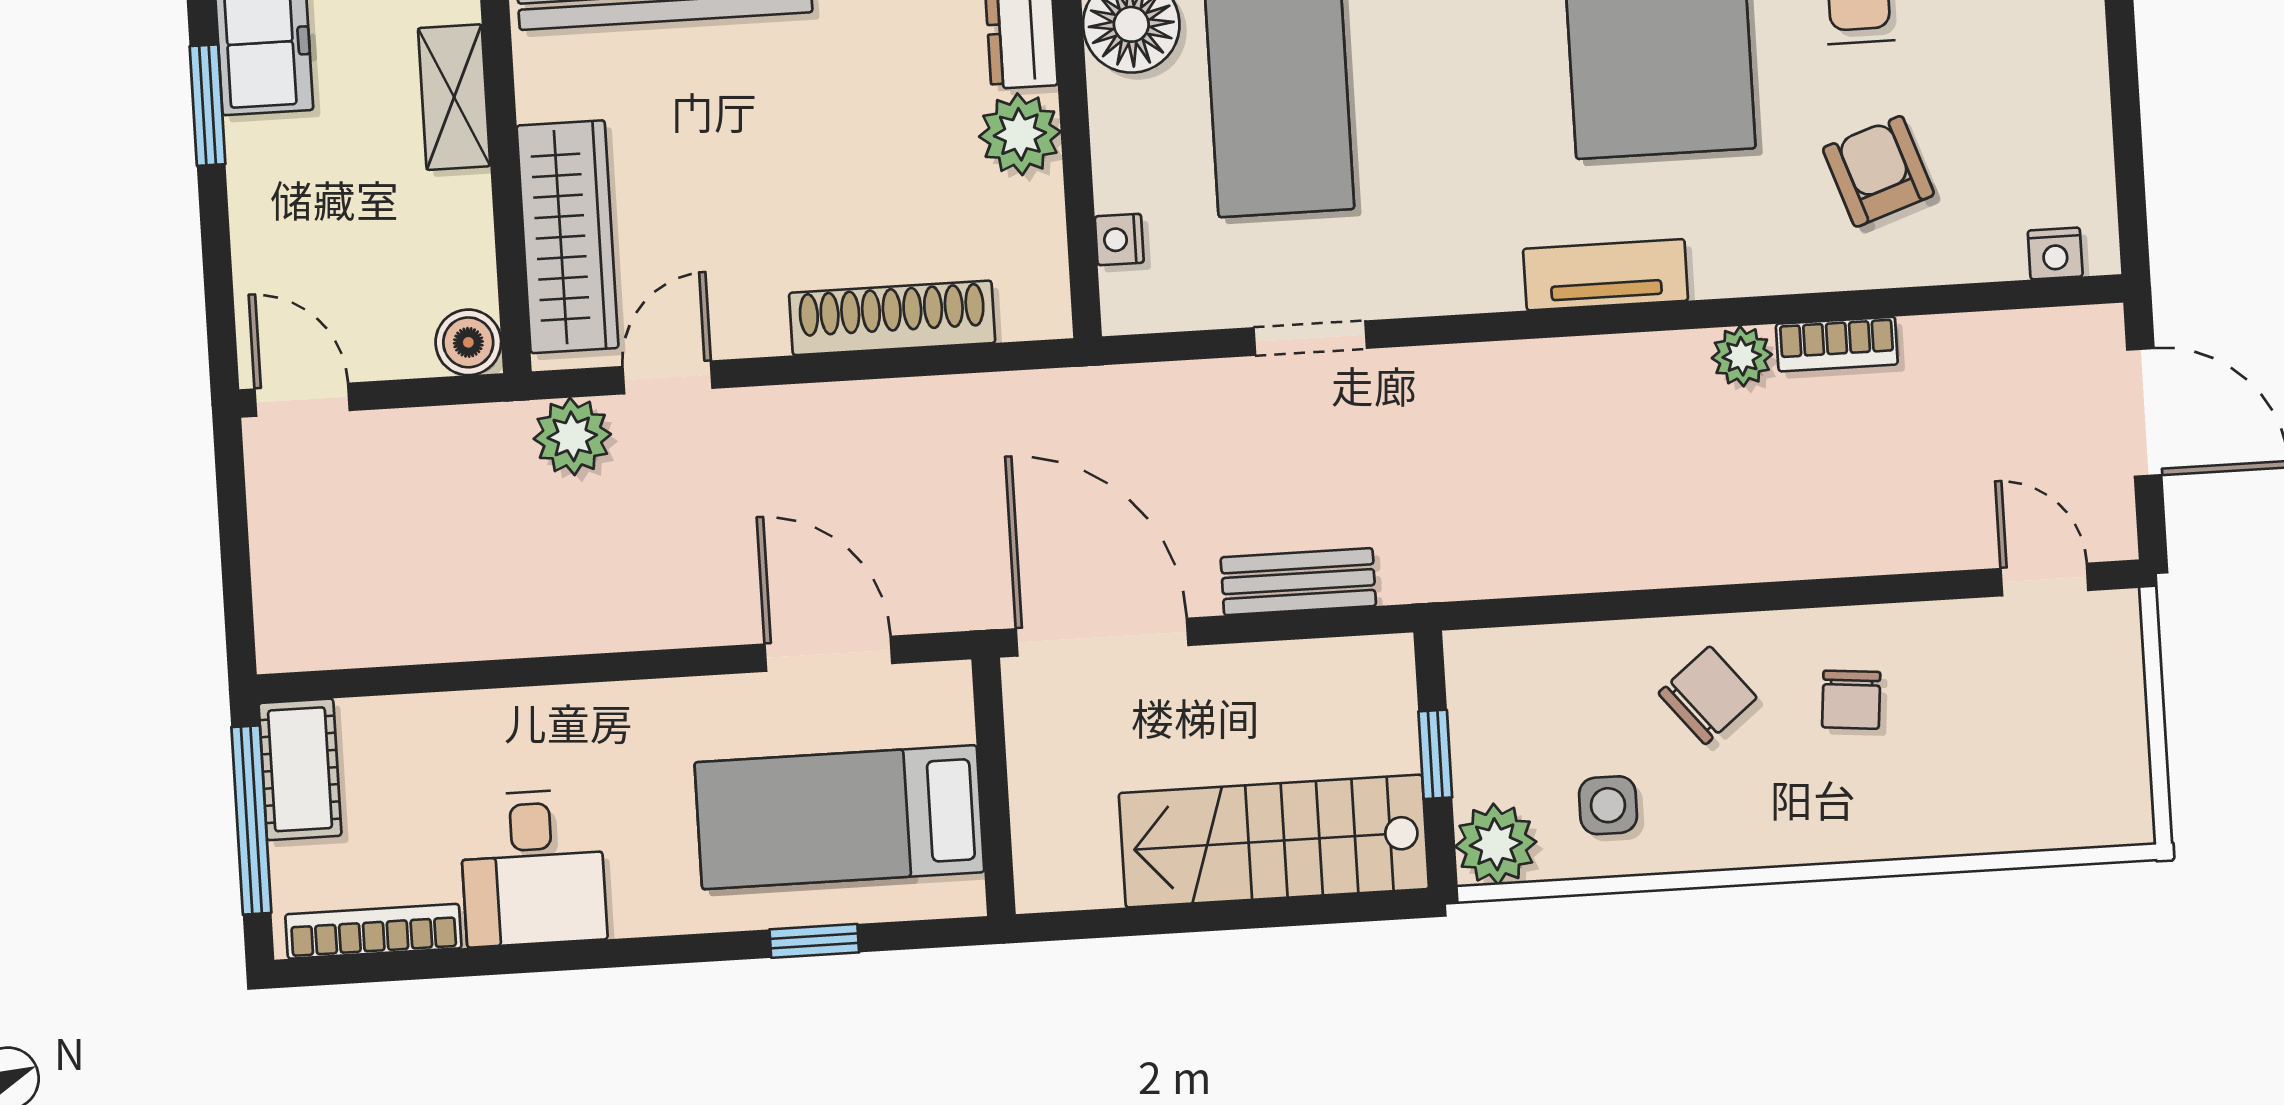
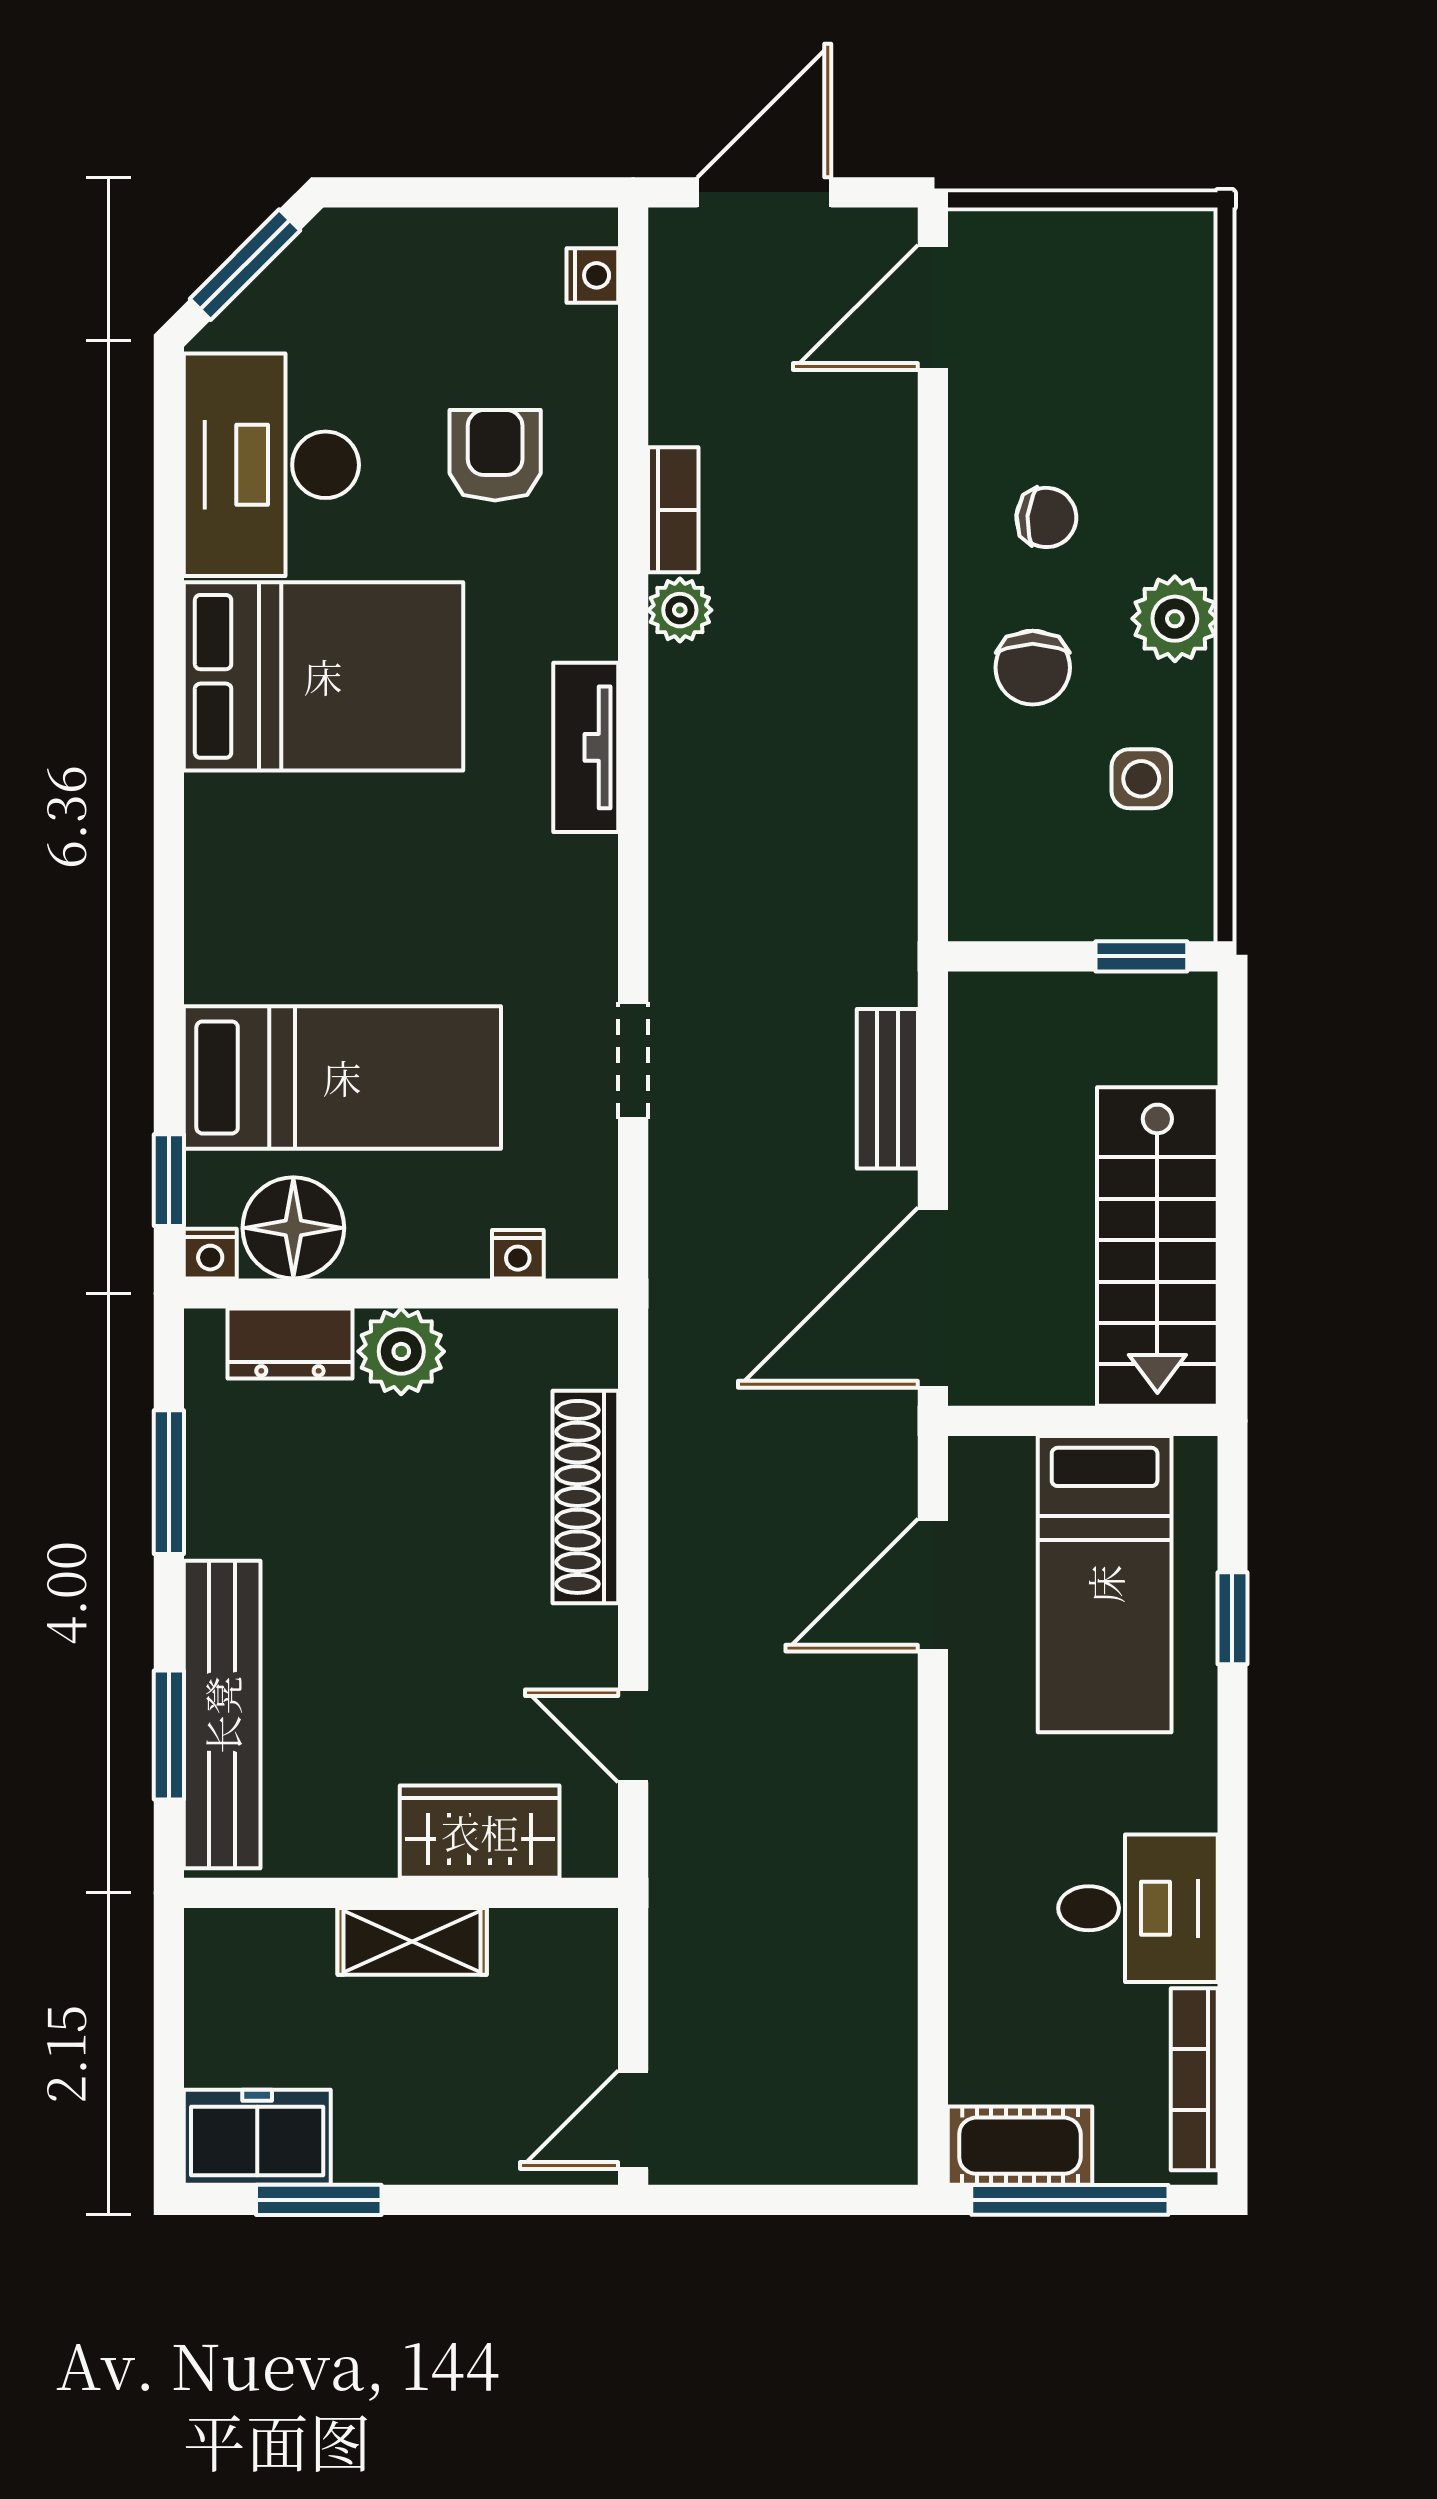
shelving: (454, 97) -> (412, 1941), moved
armchair: (1878, 171) -> (495, 455), turned 109
wardrobe: (568, 237) -> (480, 1832), width x0.67
boiler: (468, 342) -> (584, 1942), removed
plant: (572, 436) -> (689, 1839), removed
door: (2044, 579) -> (933, 308), width x1.37
chair: (1708, 695) -> (1033, 668), turned -141
window: (1435, 754) -> (1141, 956), moved
stairs: (1274, 841) -> (1157, 1246), moved
plant: (1496, 844) -> (1175, 619), moved

